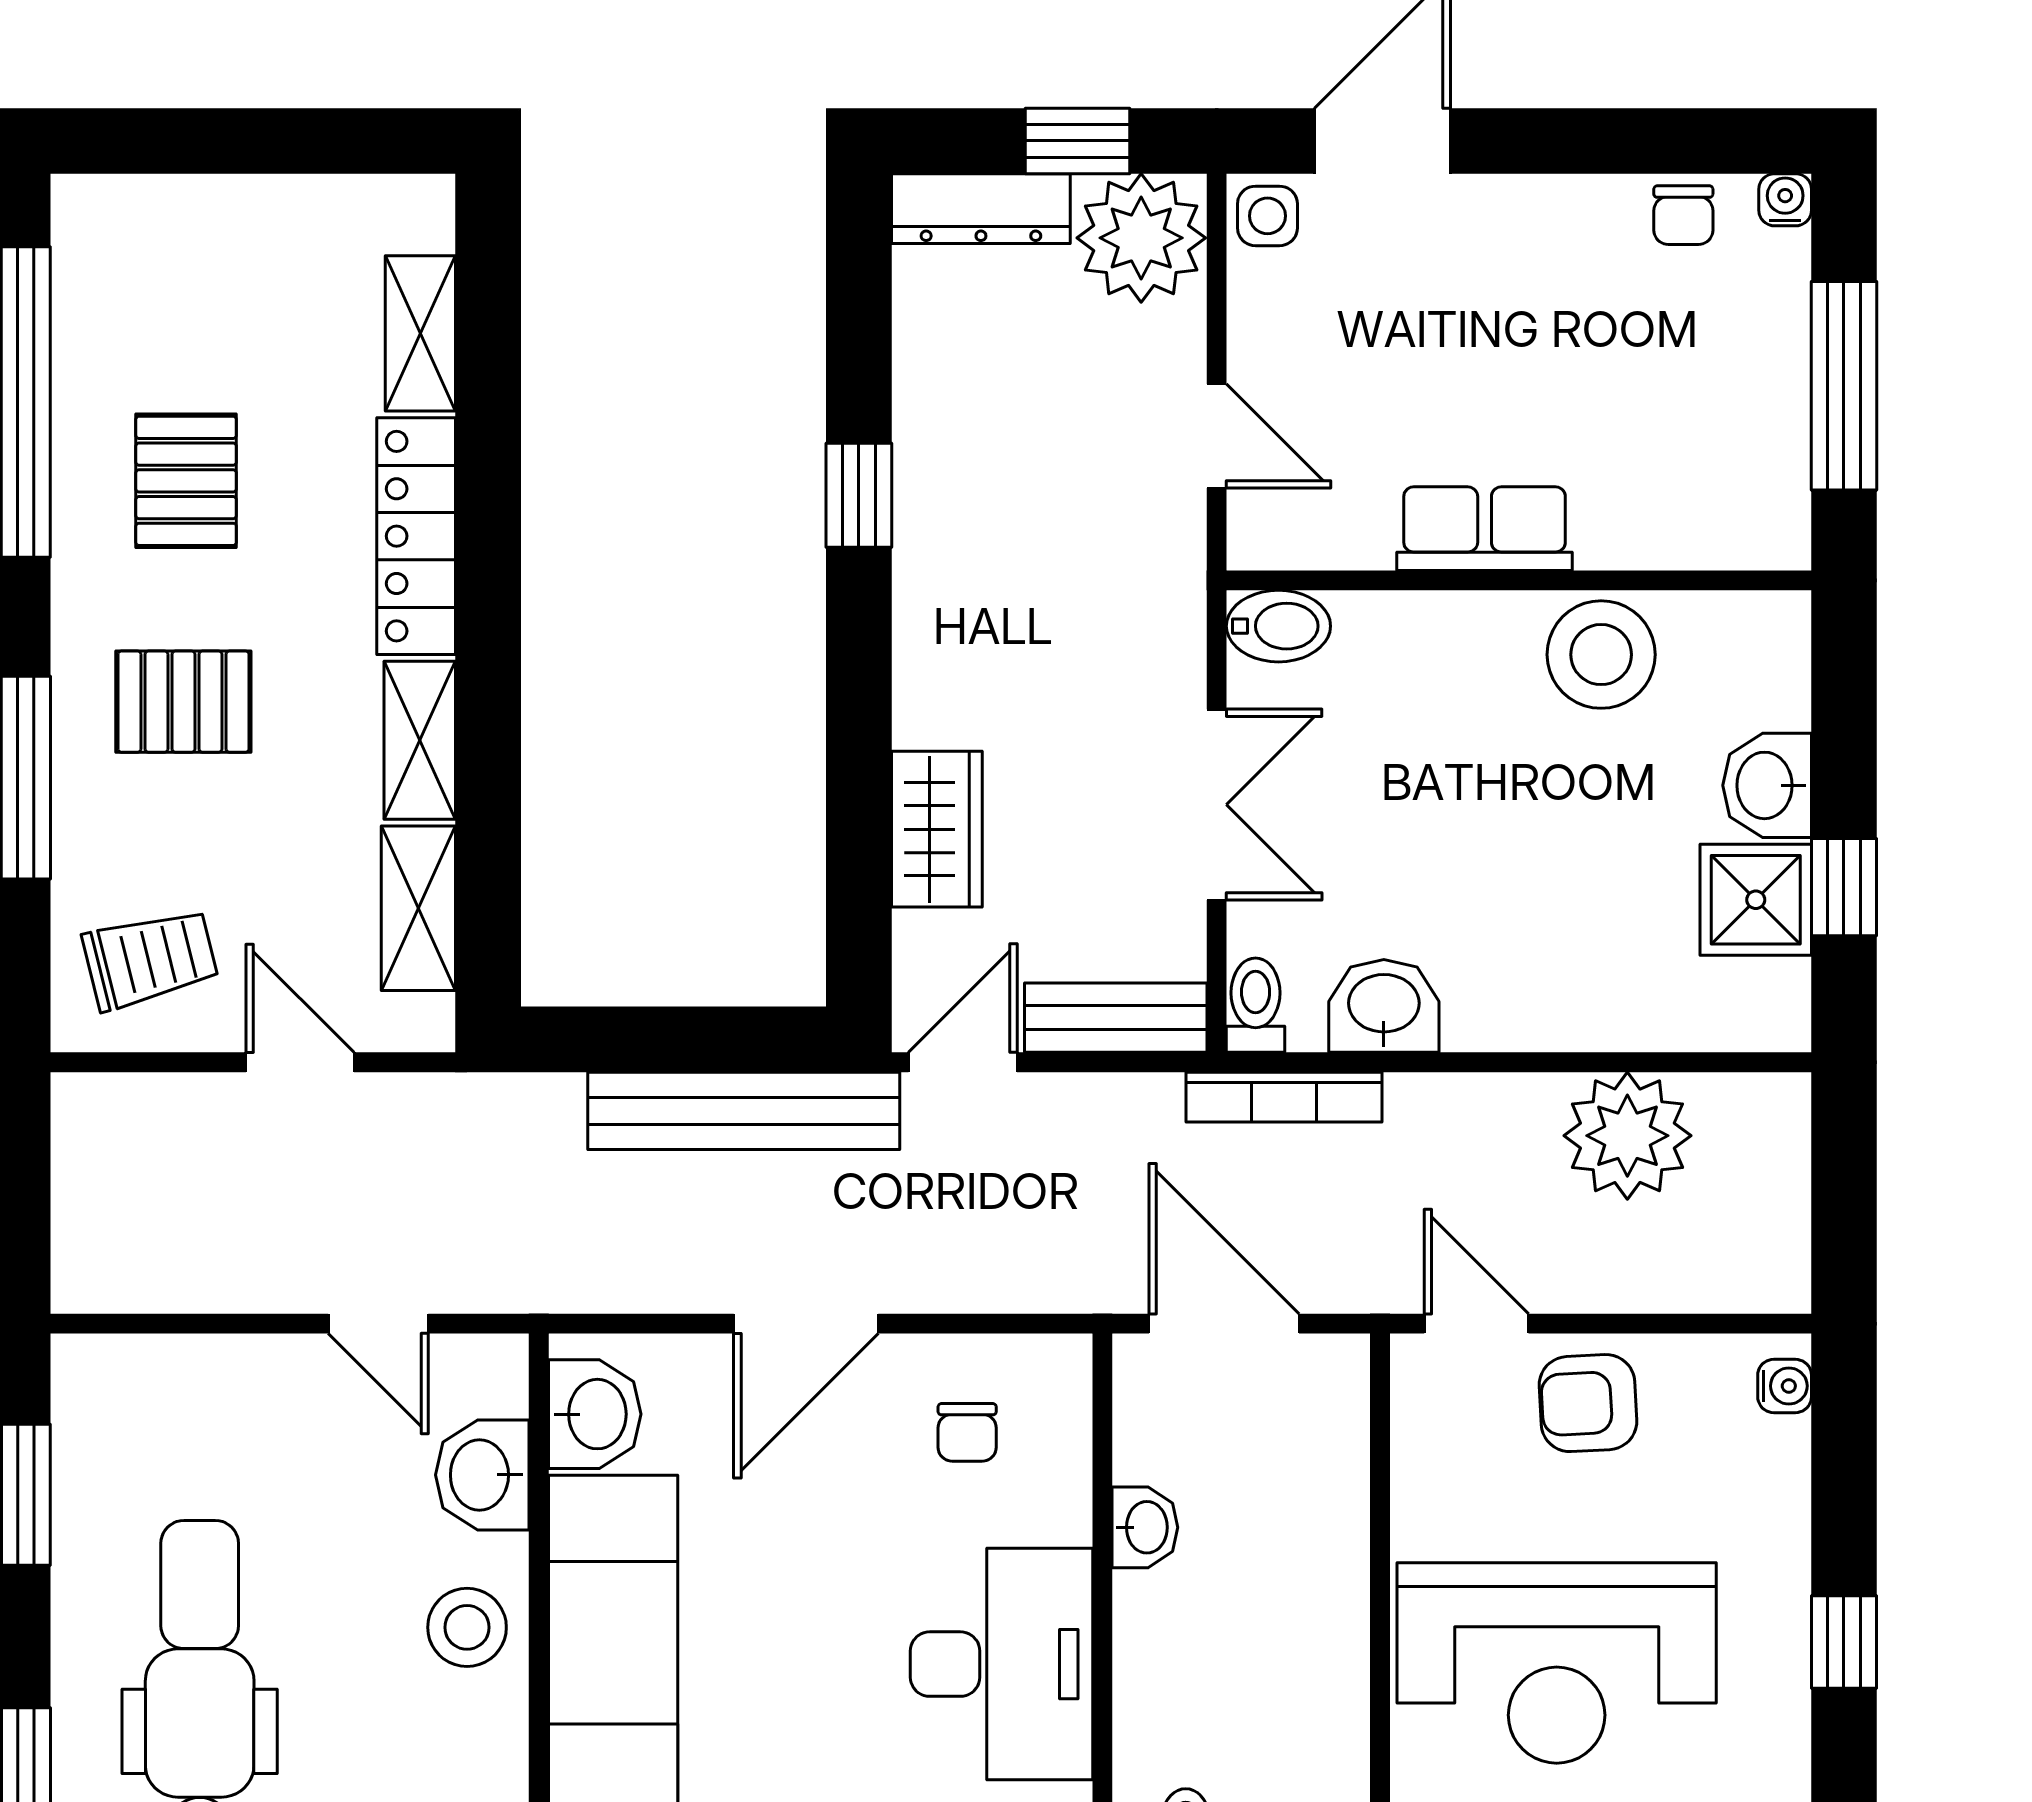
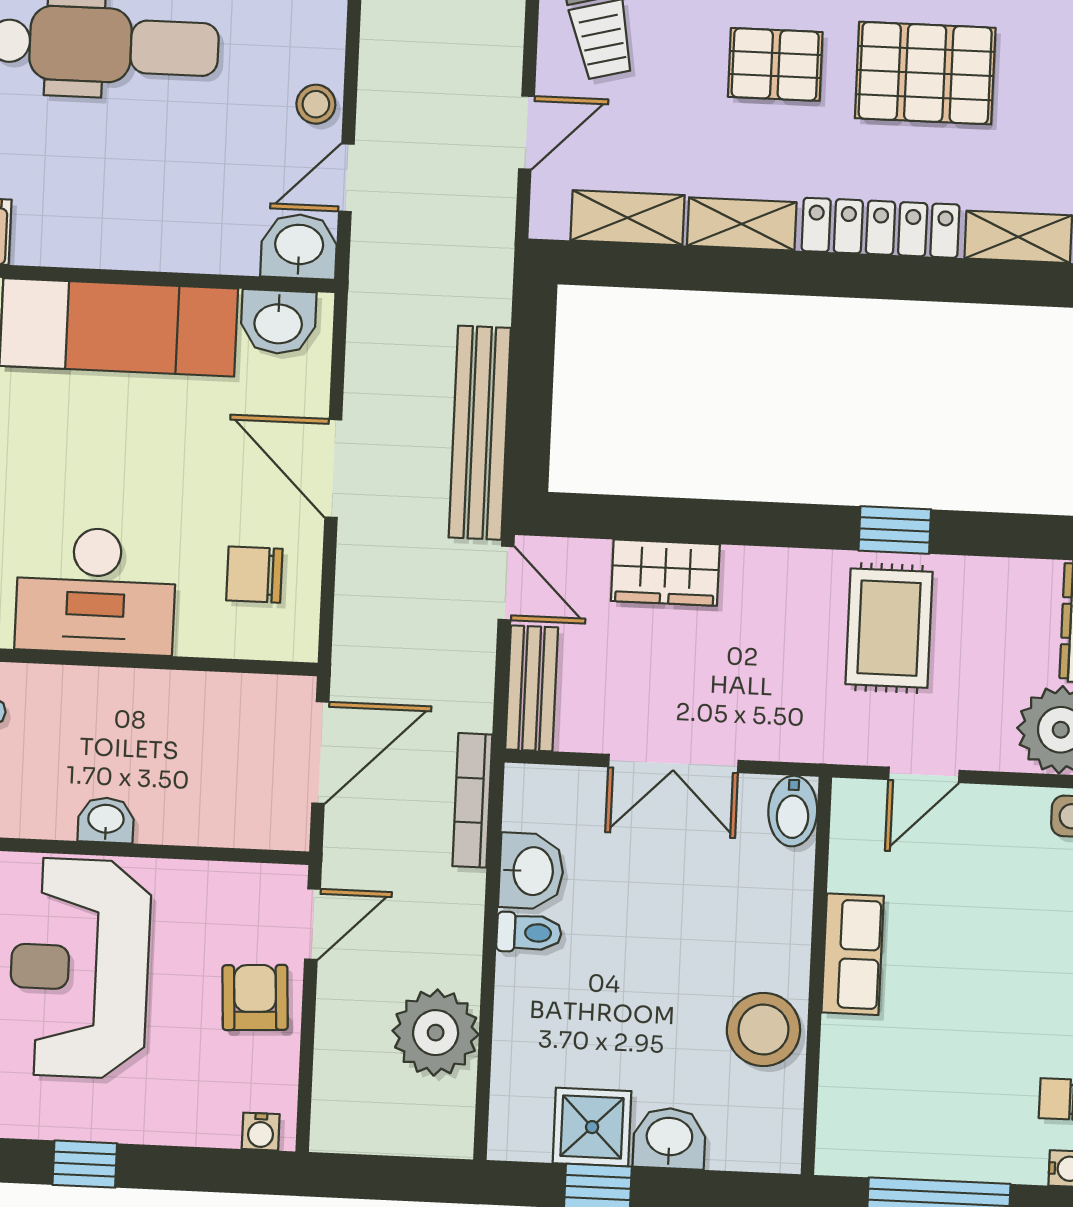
pallet: (186, 481) -> (925, 73), width x1.50, depth x1.42
rug: (1003, 497) -> (889, 628), added
pallet: (183, 702) -> (775, 64), turned 90
toilet: (1256, 1005) -> (529, 933), moved
chair: (967, 1432) -> (254, 575), width x1.37, depth x1.37
washbasin: (482, 1475) -> (299, 246), moved
washbasin: (1145, 1527) -> (106, 820), moved, turned 180
stool: (467, 1627) -> (316, 104), moved, width x0.73, depth x0.73

